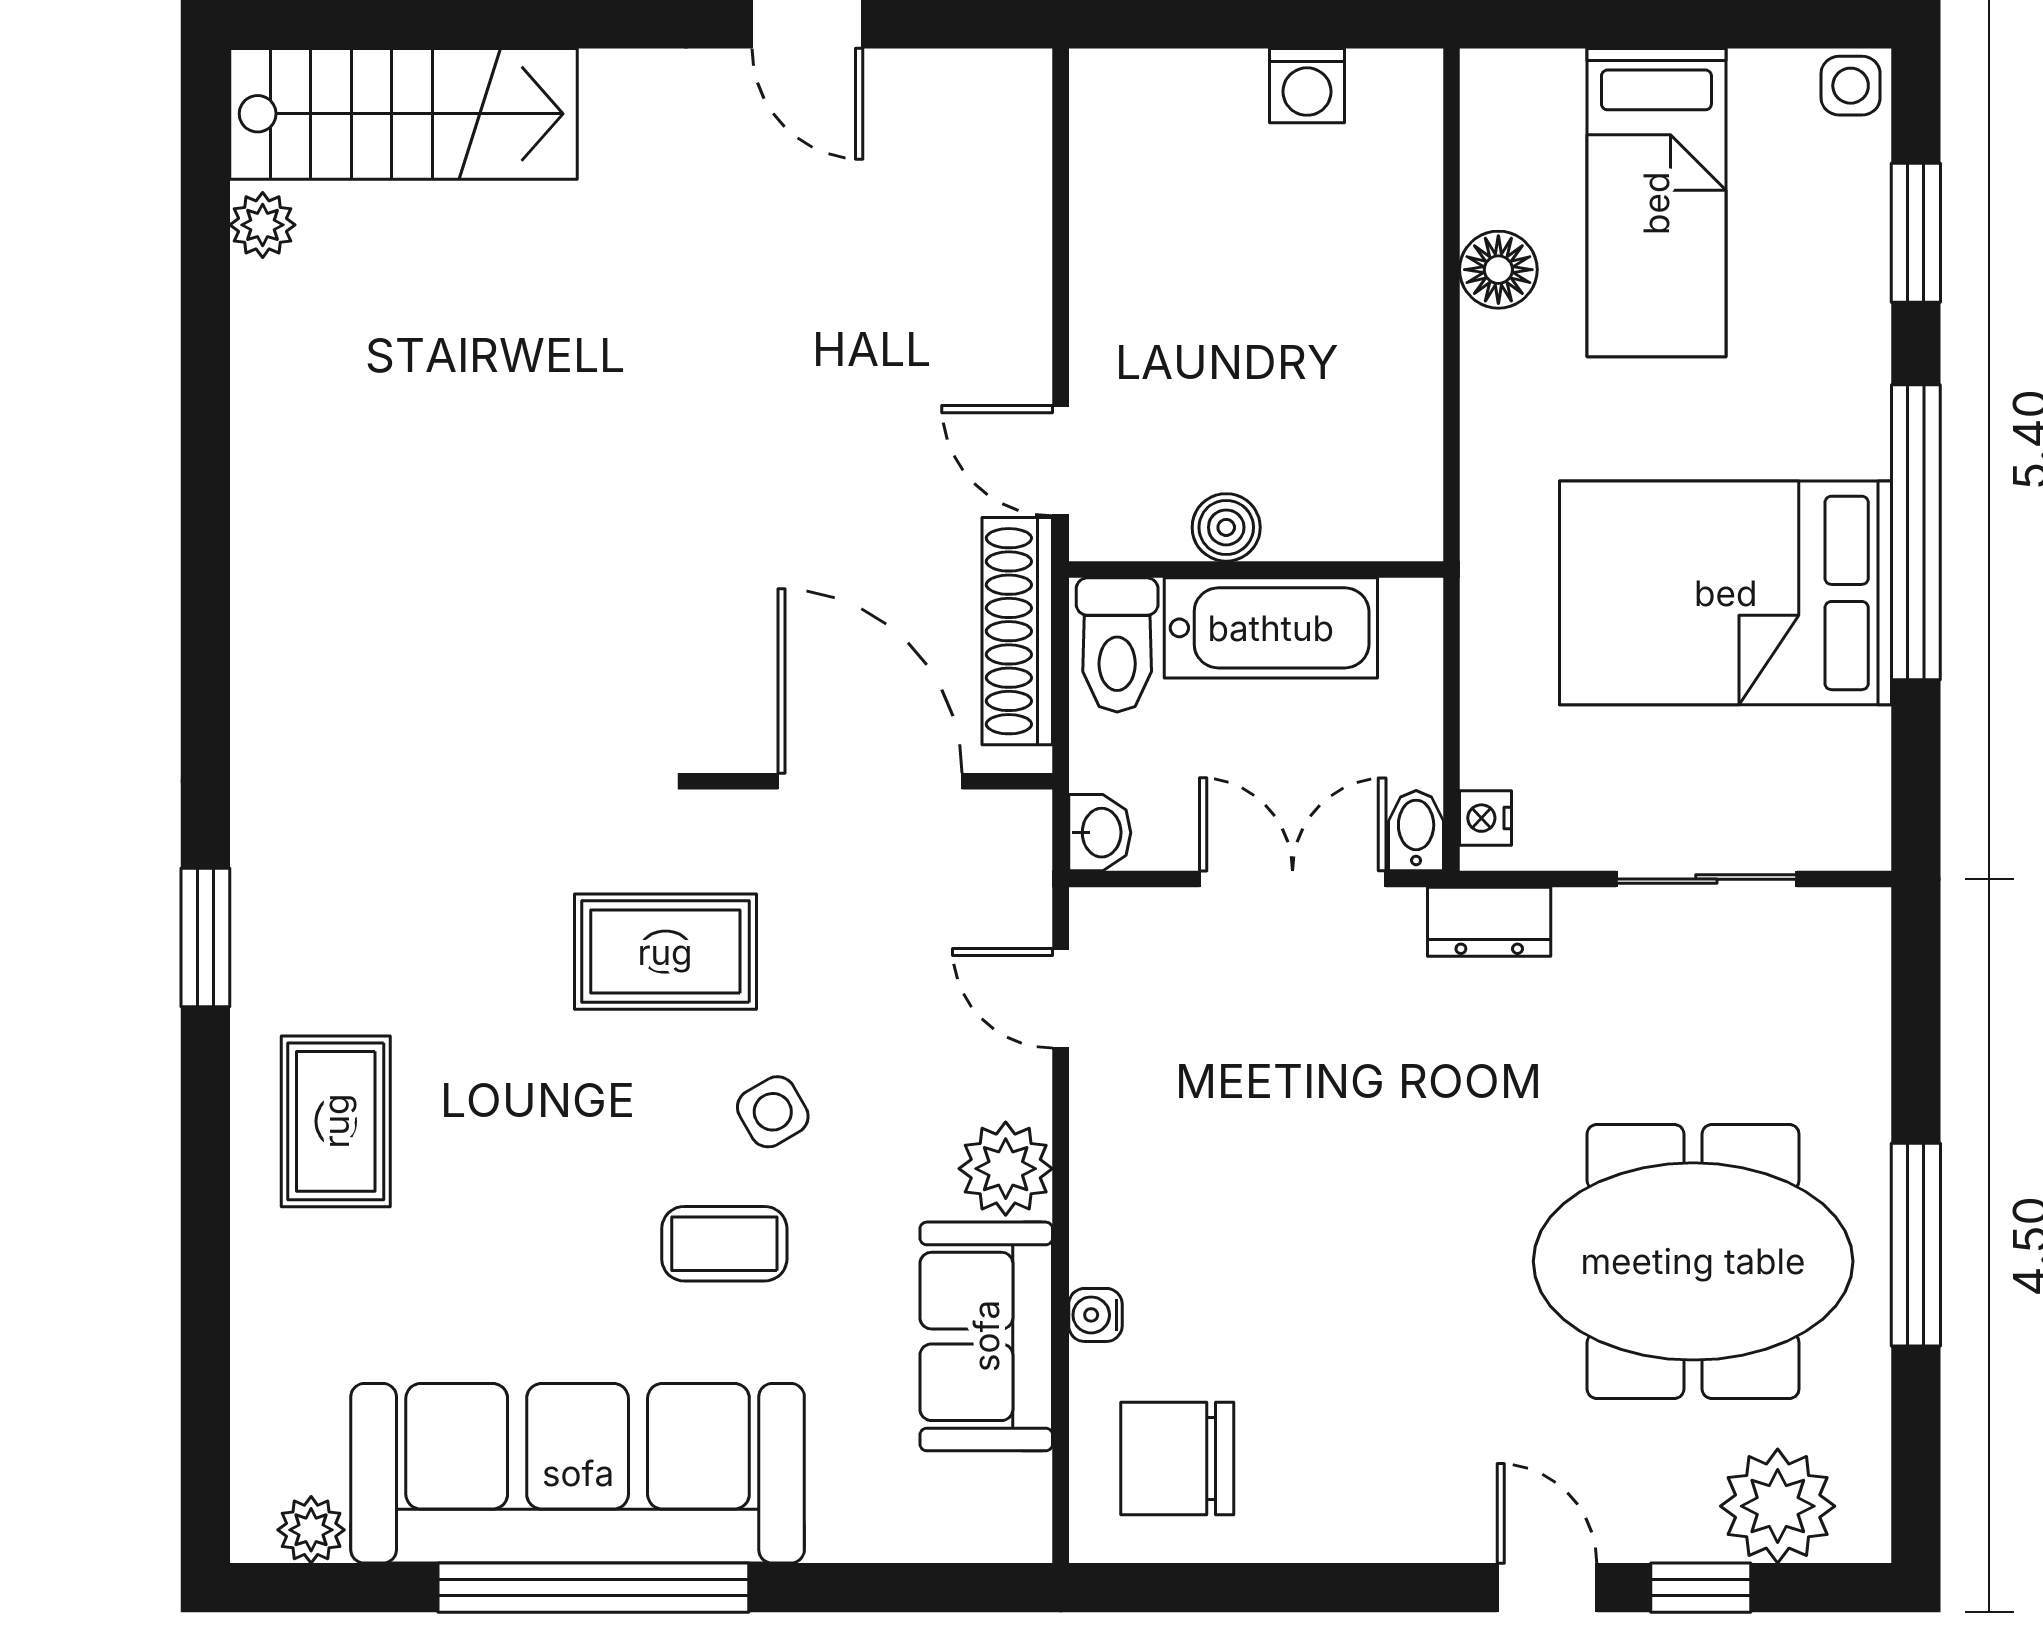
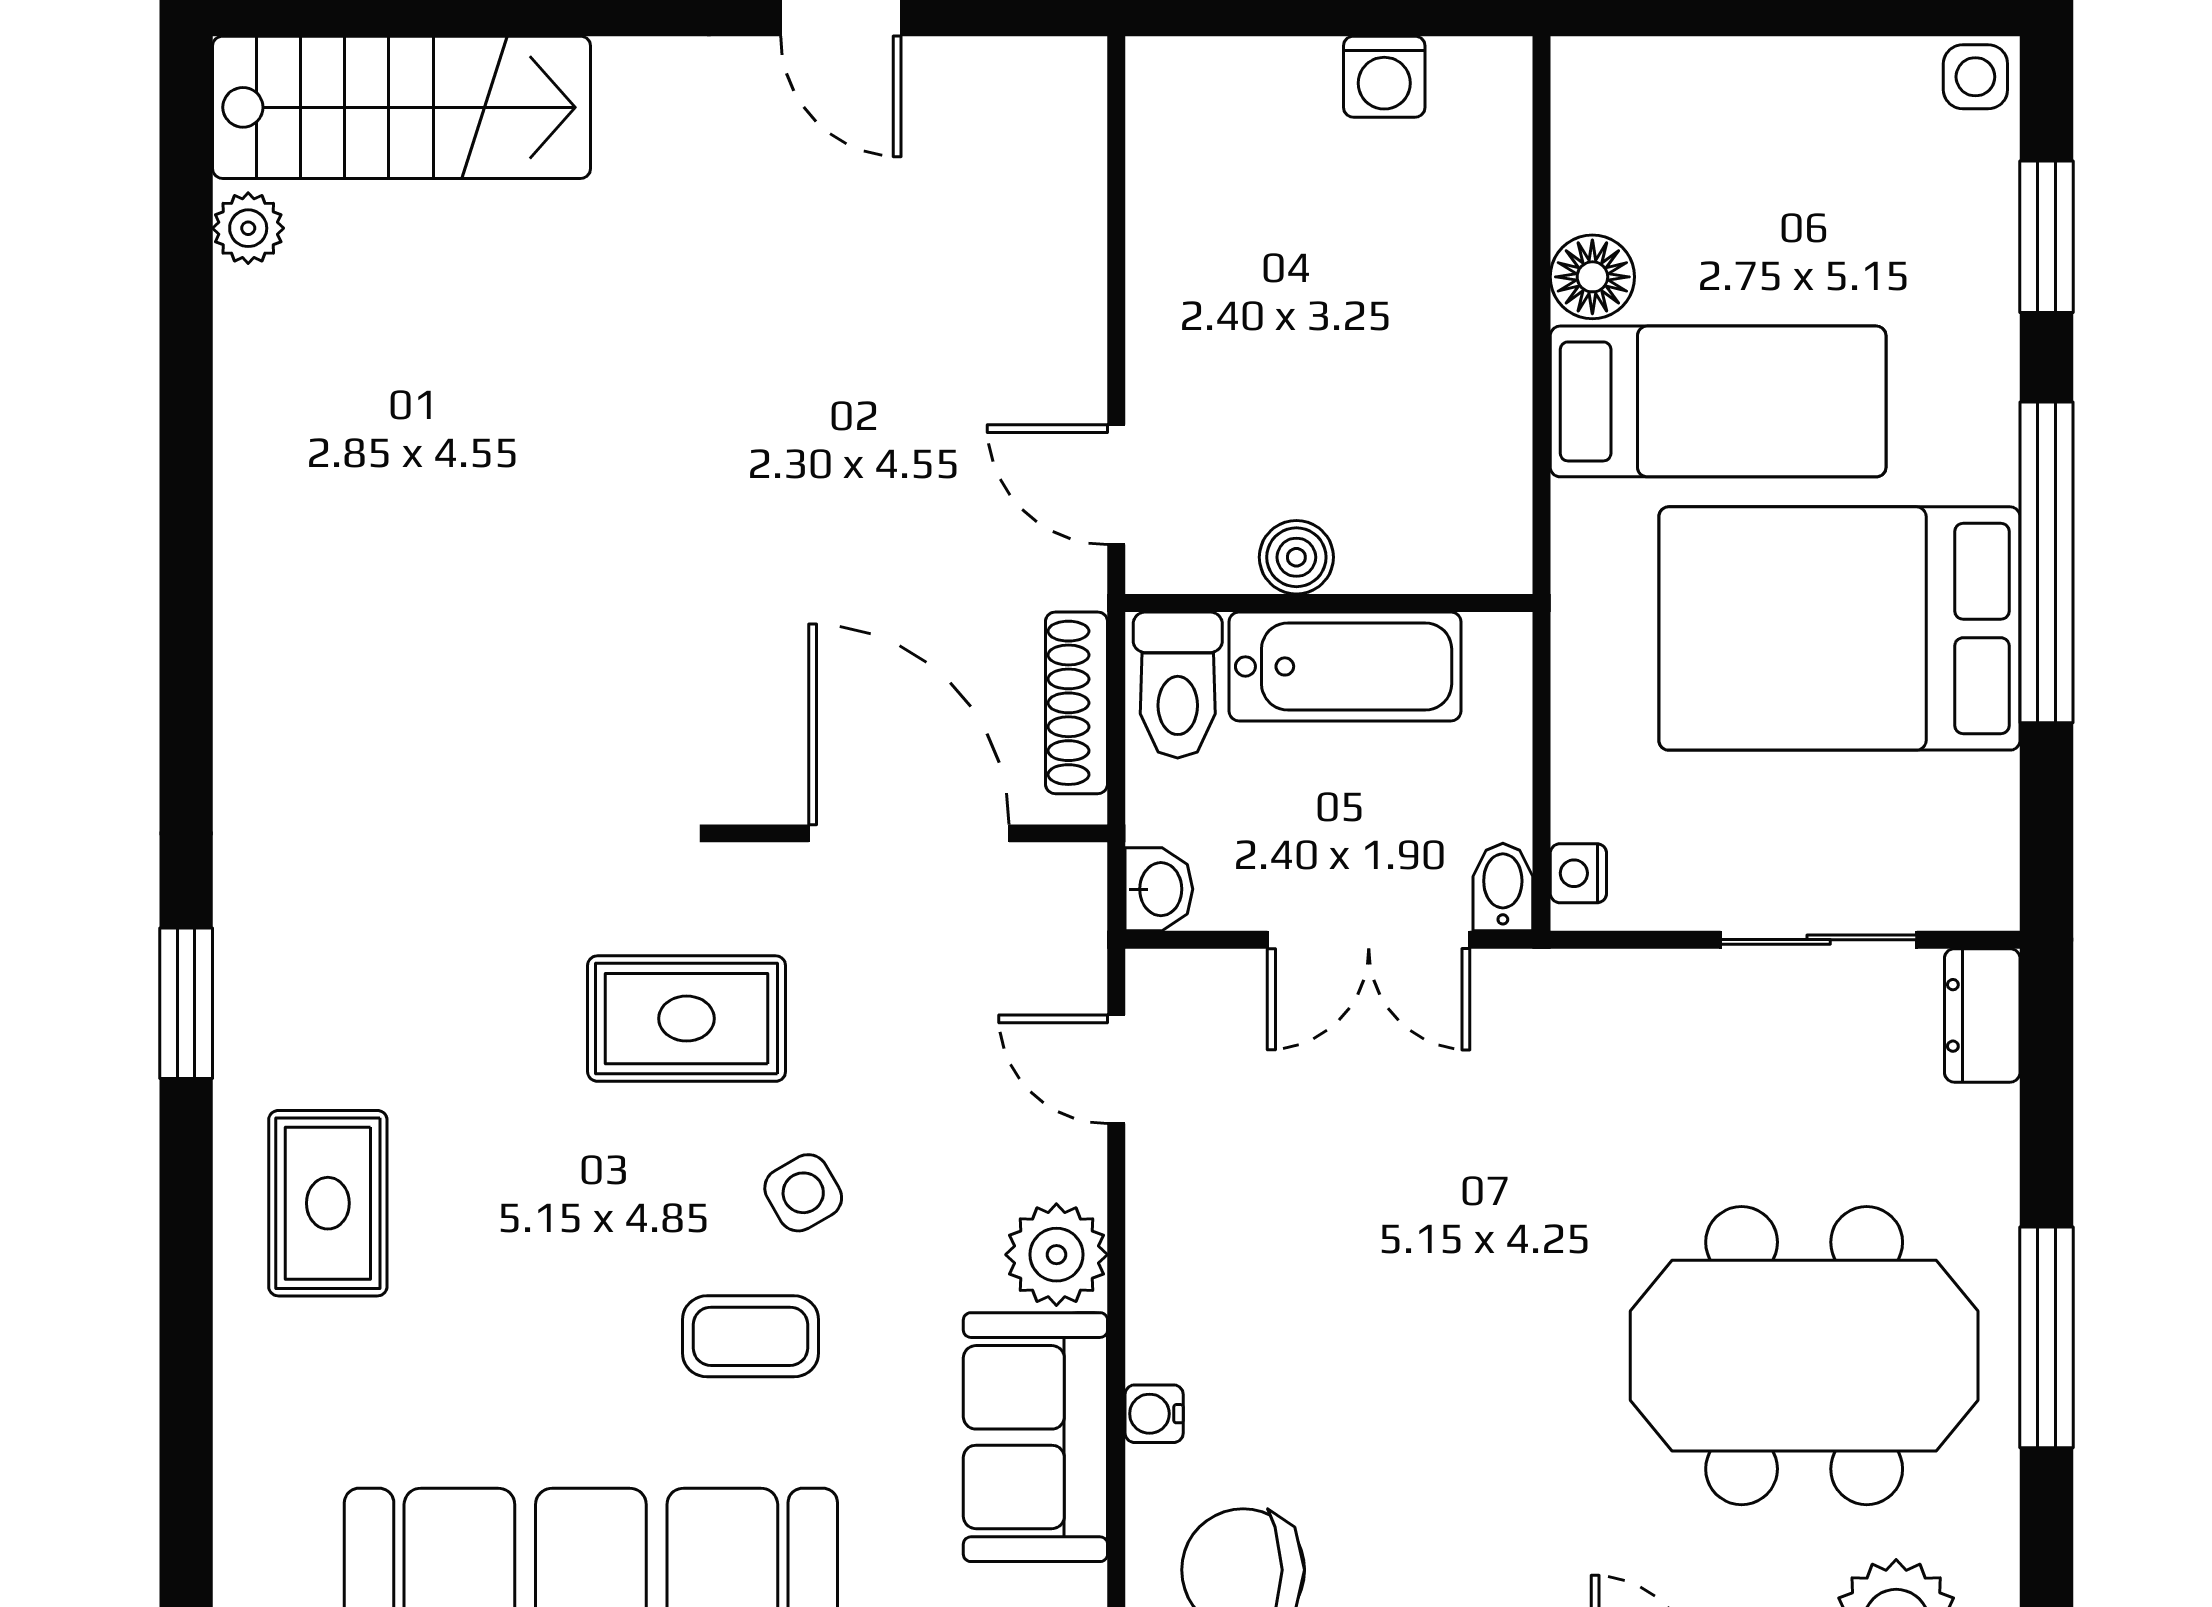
bed: (1656, 203) -> (1718, 401), moved, turned -90
shoe rack: (1017, 631) -> (1077, 703), width x0.74, depth x0.81
double door: (1293, 879) -> (1369, 940), swing flipped
dresser: (1489, 922) -> (1982, 1015), moved, turned 90

